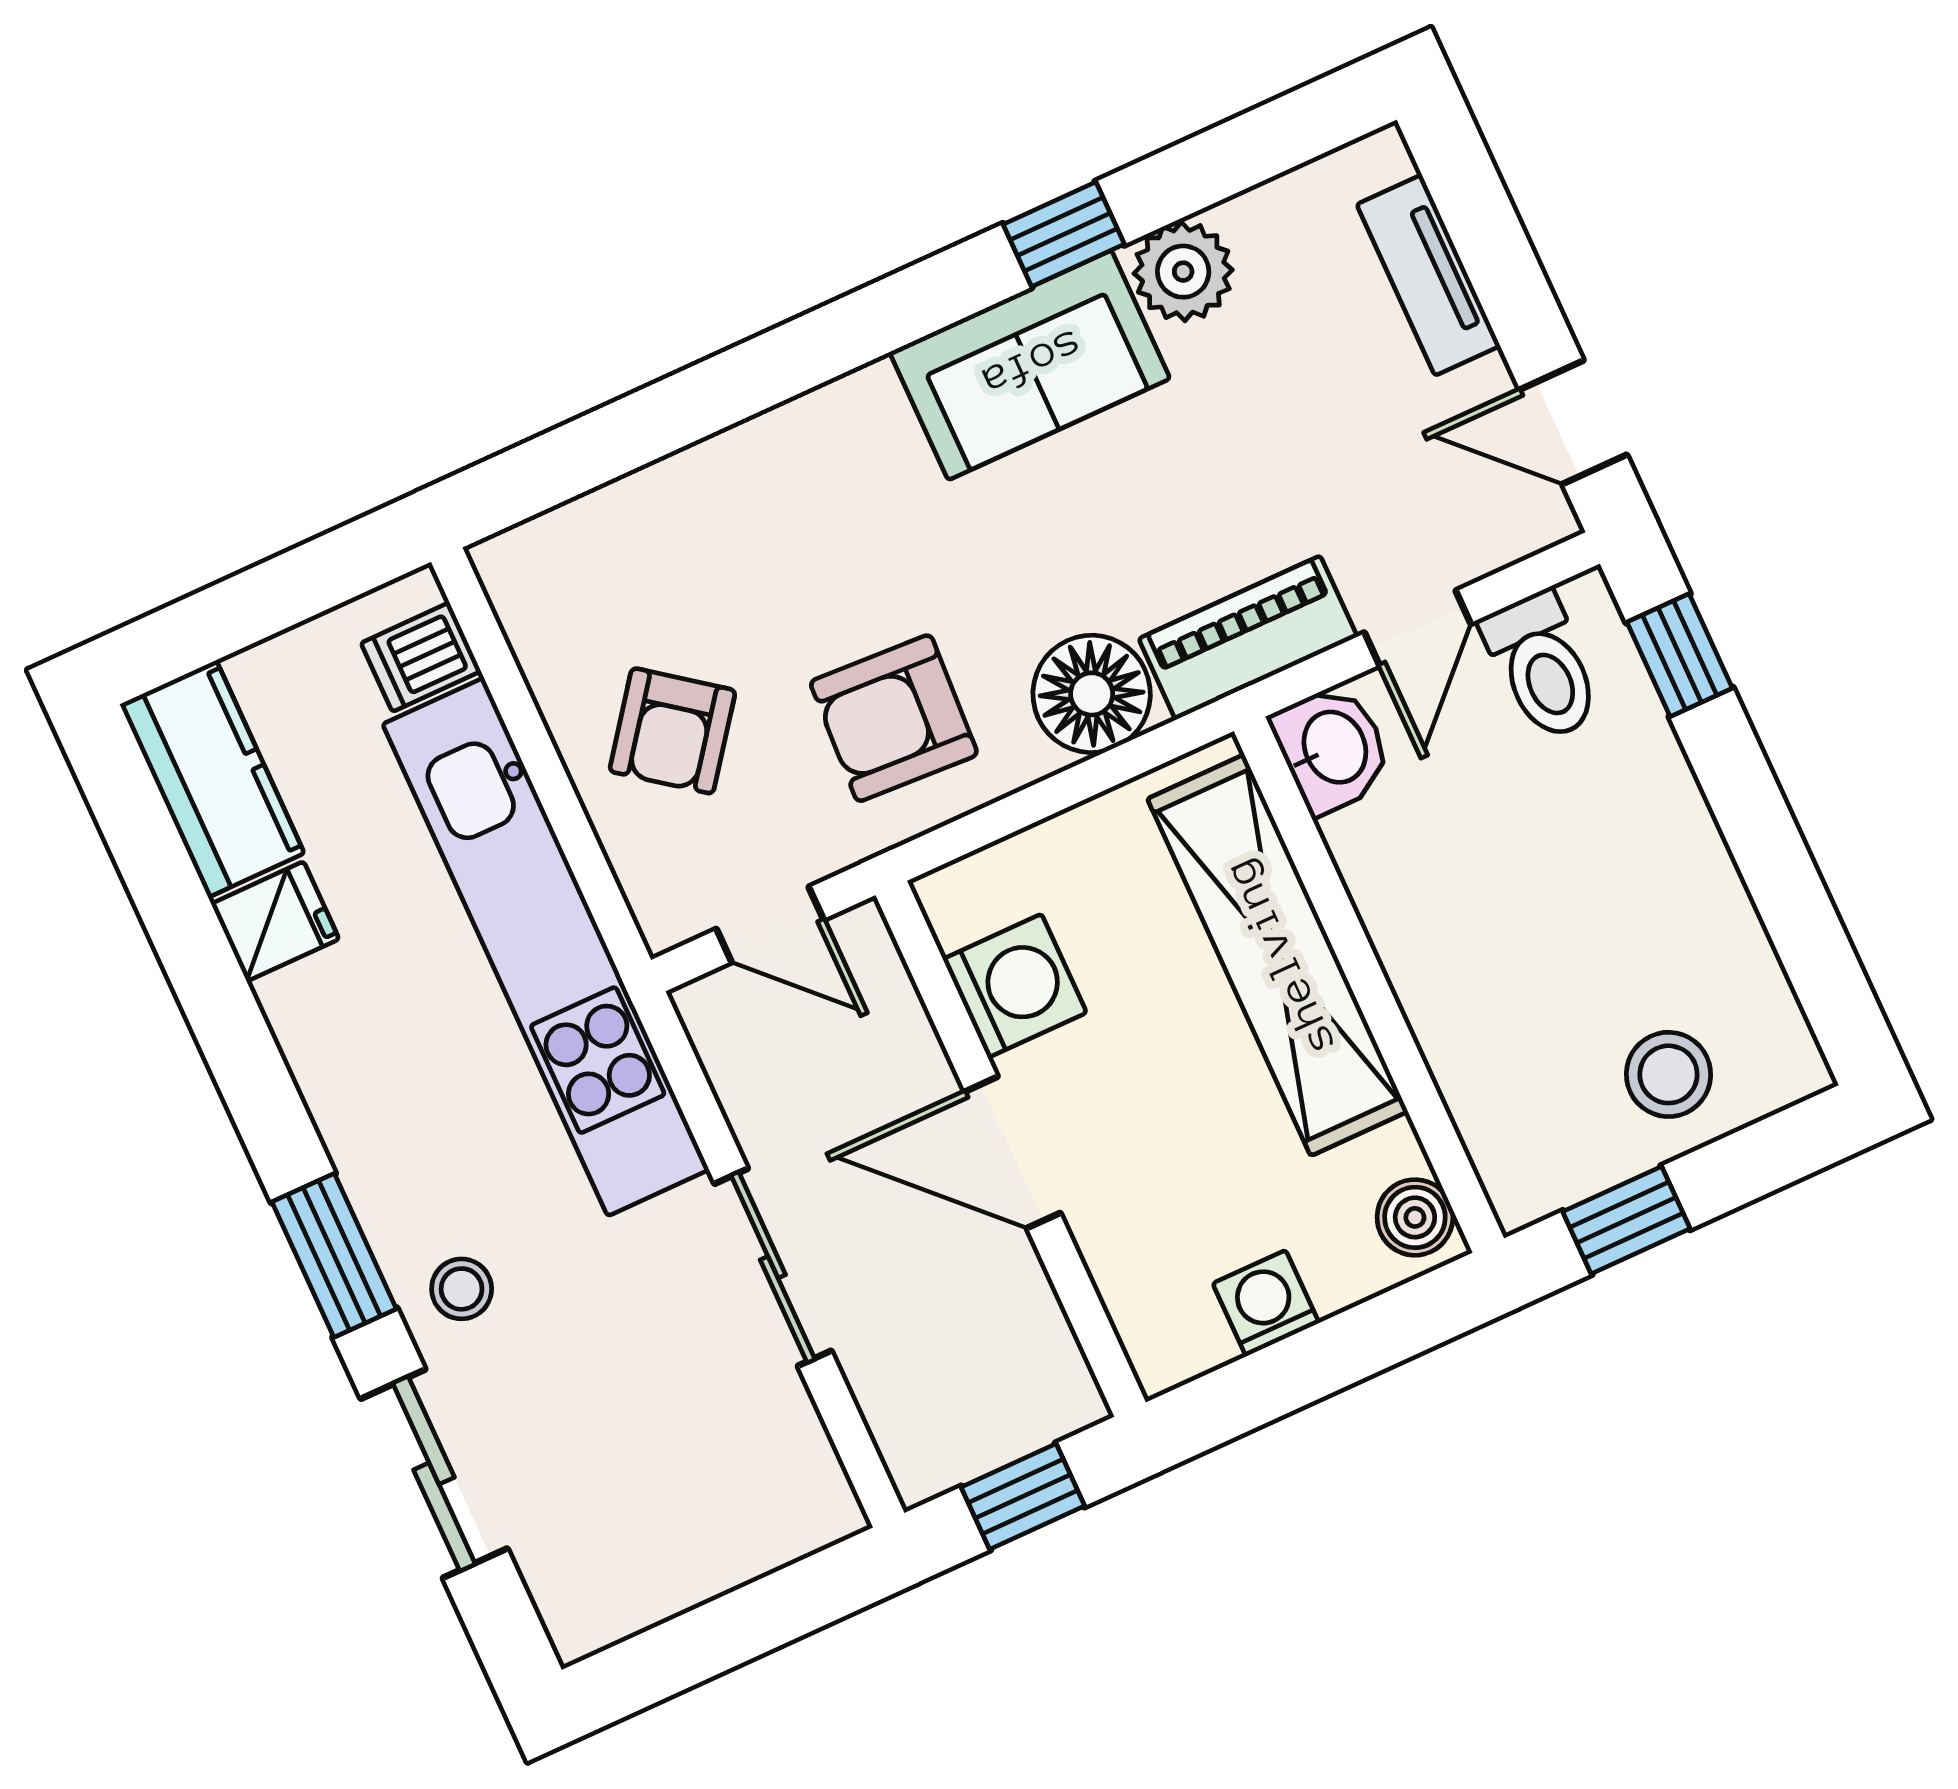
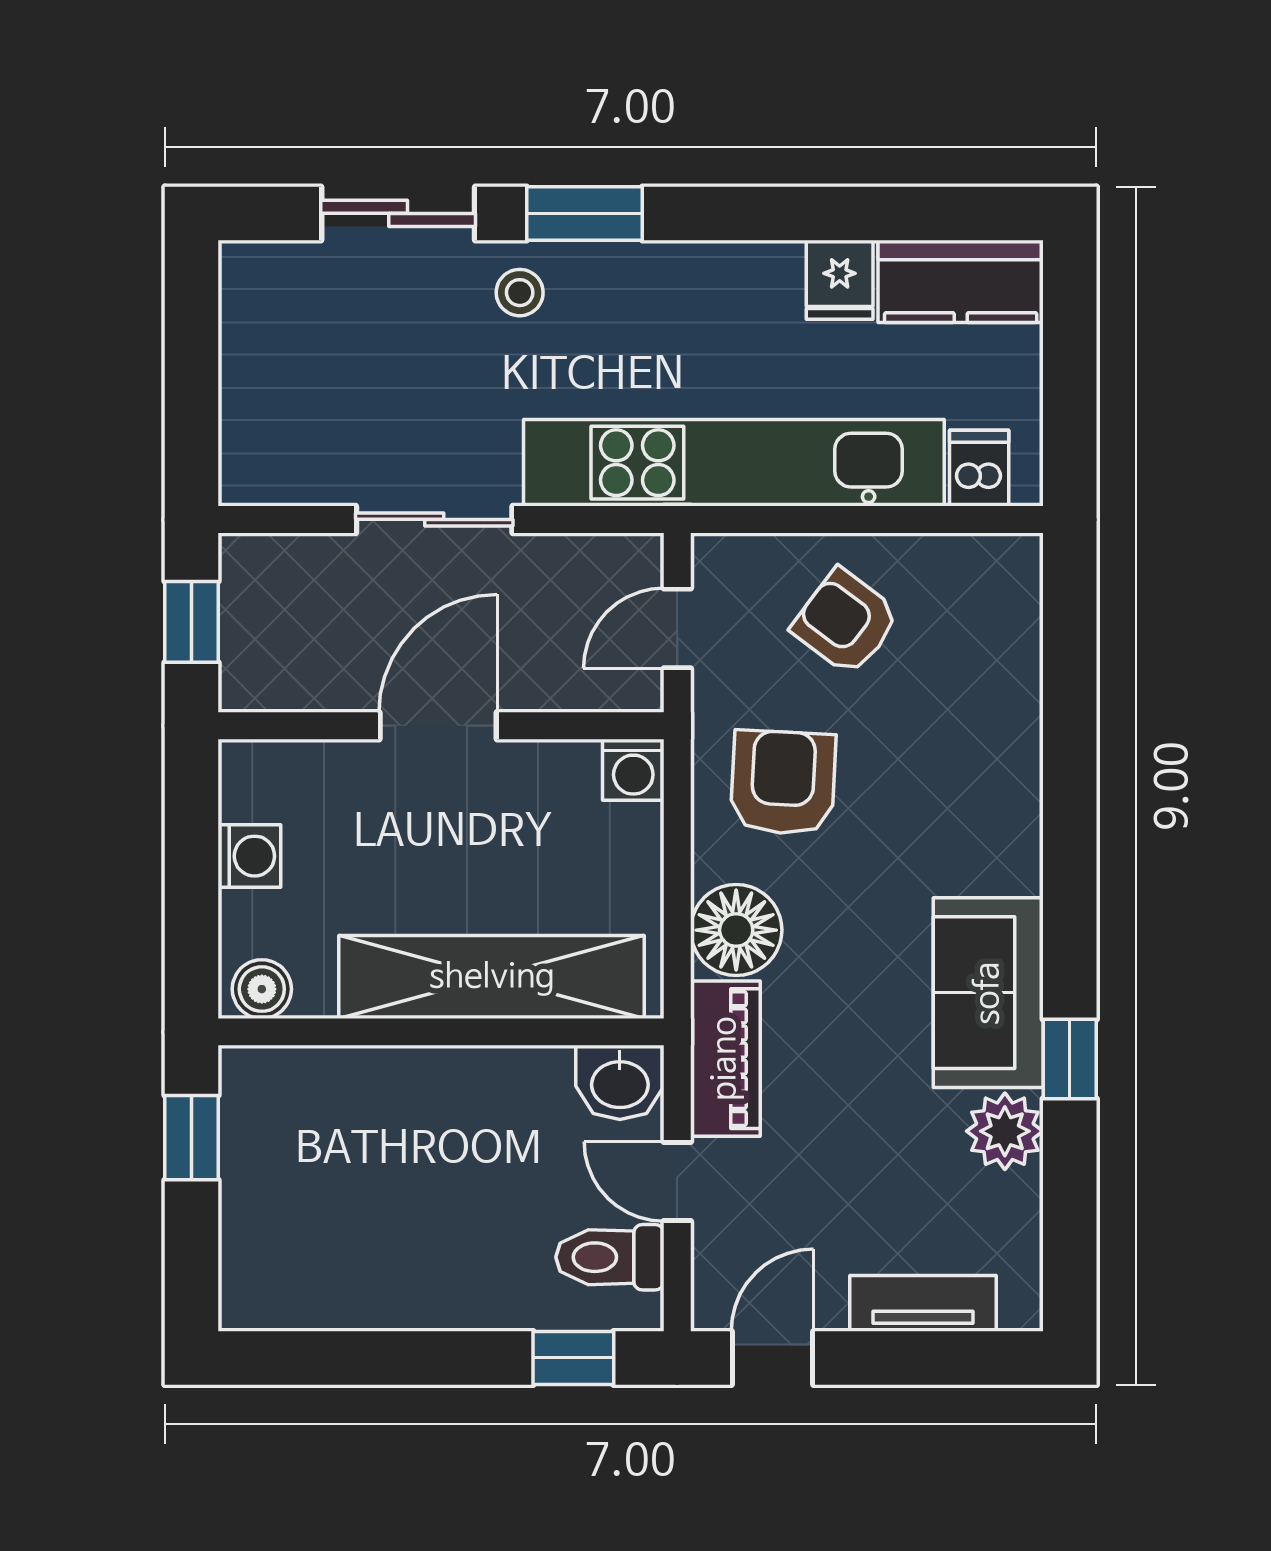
washing machine: (1015, 986) -> (633, 770), moved, width x0.73, depth x0.73
stool: (1668, 1074) -> (281, 1214), removed

